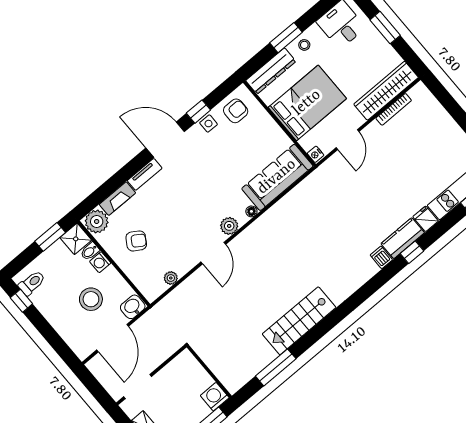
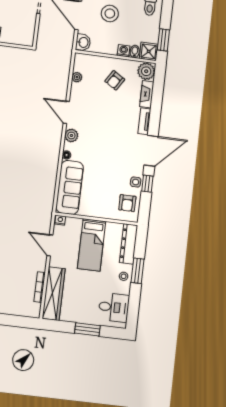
bed: (307, 103) -> (92, 245), width x0.67
stool: (91, 299) -> (110, 13), moved

